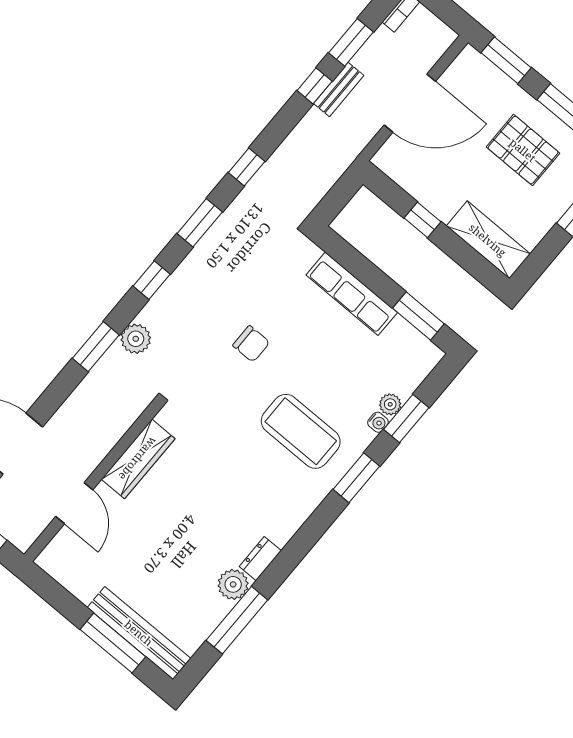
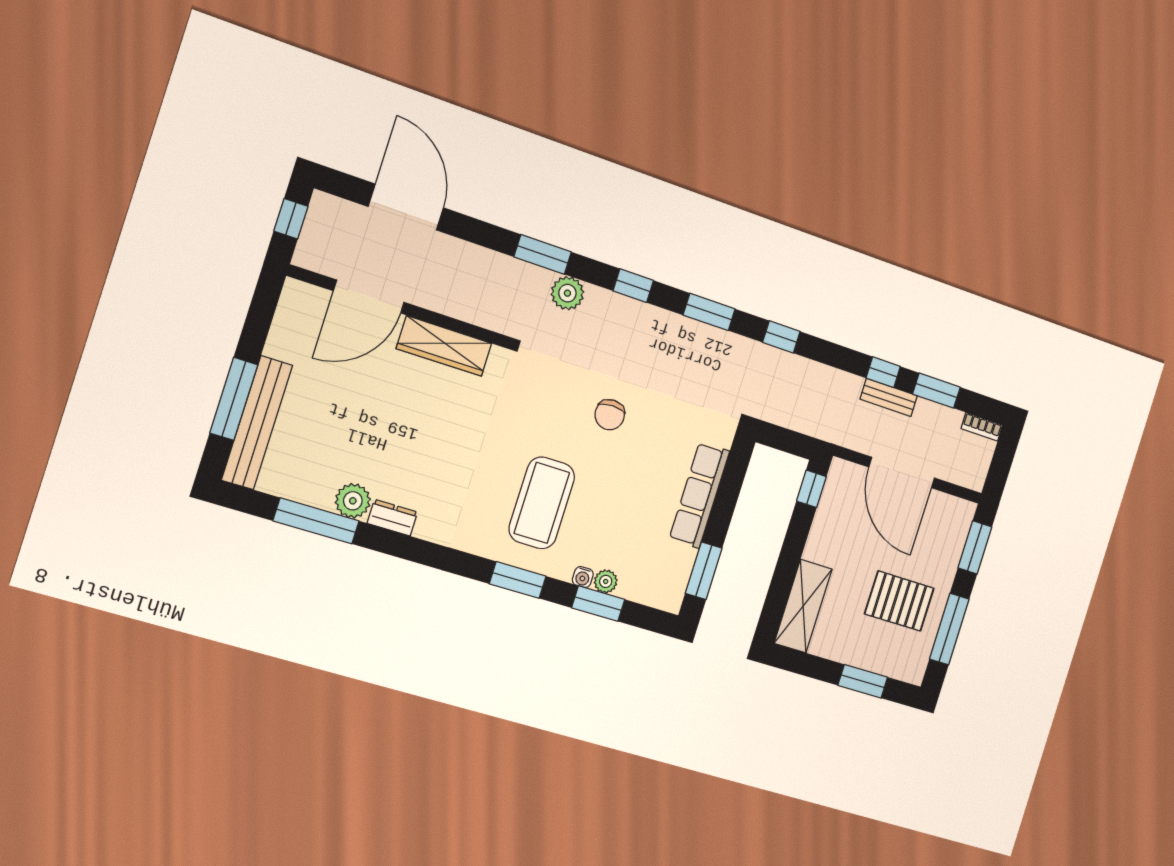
pallet: (523, 150) -> (899, 601), turned 90
window: (422, 220) -> (811, 489), moved
door: (74, 503) -> (369, 297), width x1.36

